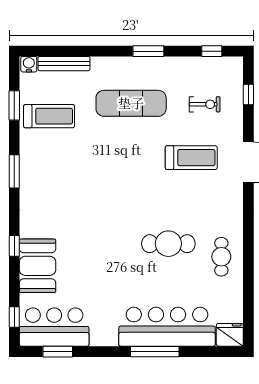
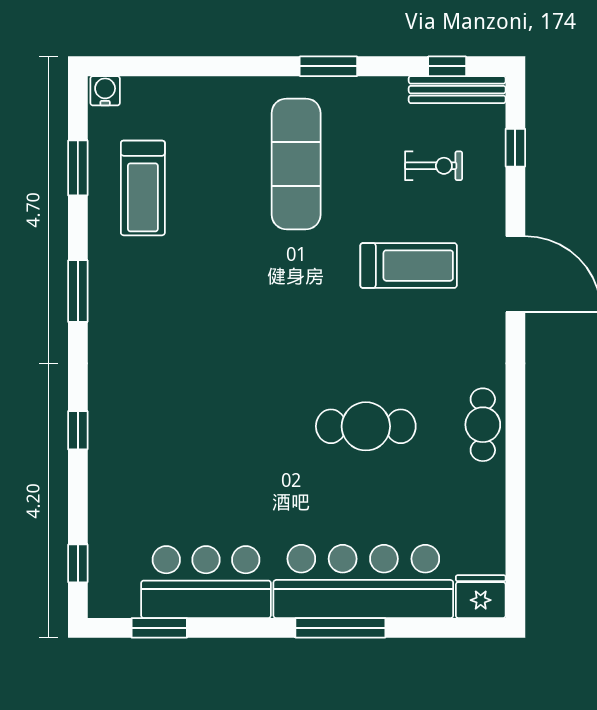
bench: (64, 64) -> (457, 90), moved
exercise mat: (131, 103) -> (296, 164), turned 90
treadmill: (49, 116) -> (143, 188), turned 90
cafe table: (221, 257) -> (483, 425), moved
booth: (38, 266) -> (121, 468), removed
bar counter: (54, 327) -> (206, 582), moved

